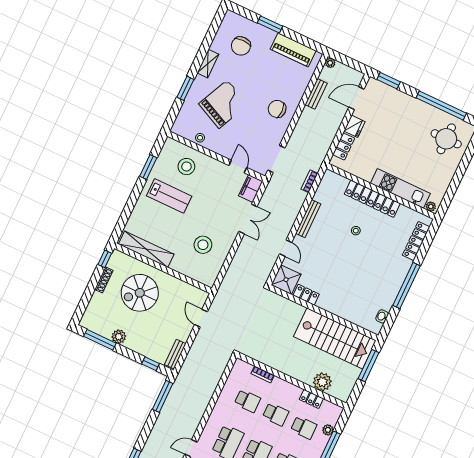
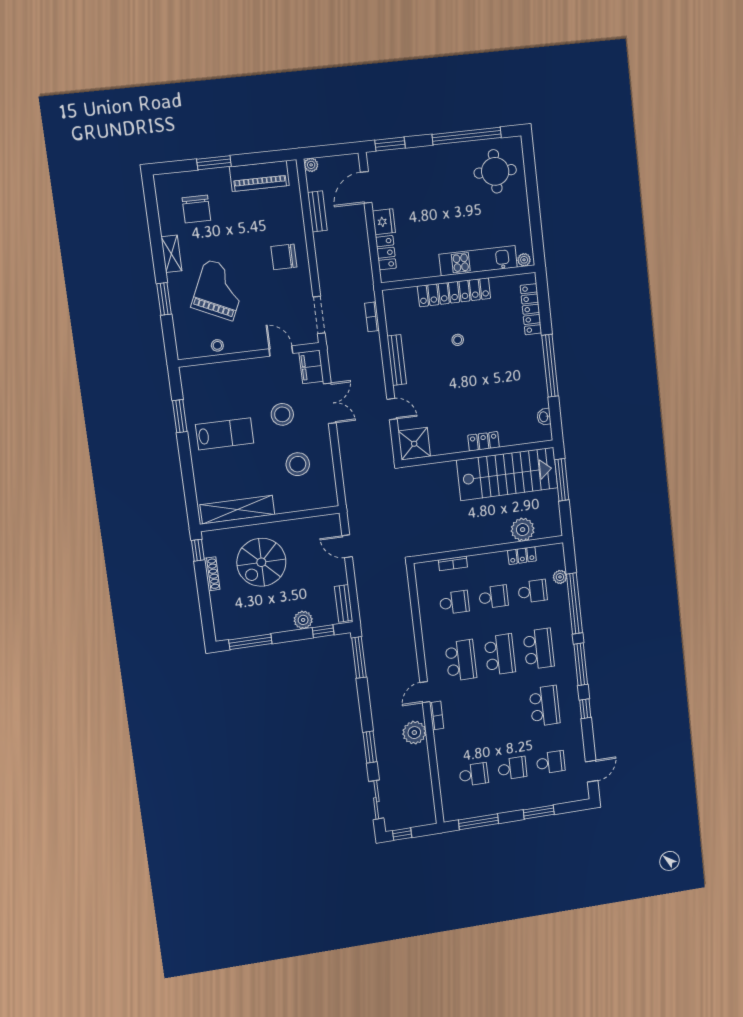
stool: (186, 167) -> (282, 414), moved
locker: (306, 295) -> (483, 441), moved
plant: (119, 337) -> (303, 620), moved

